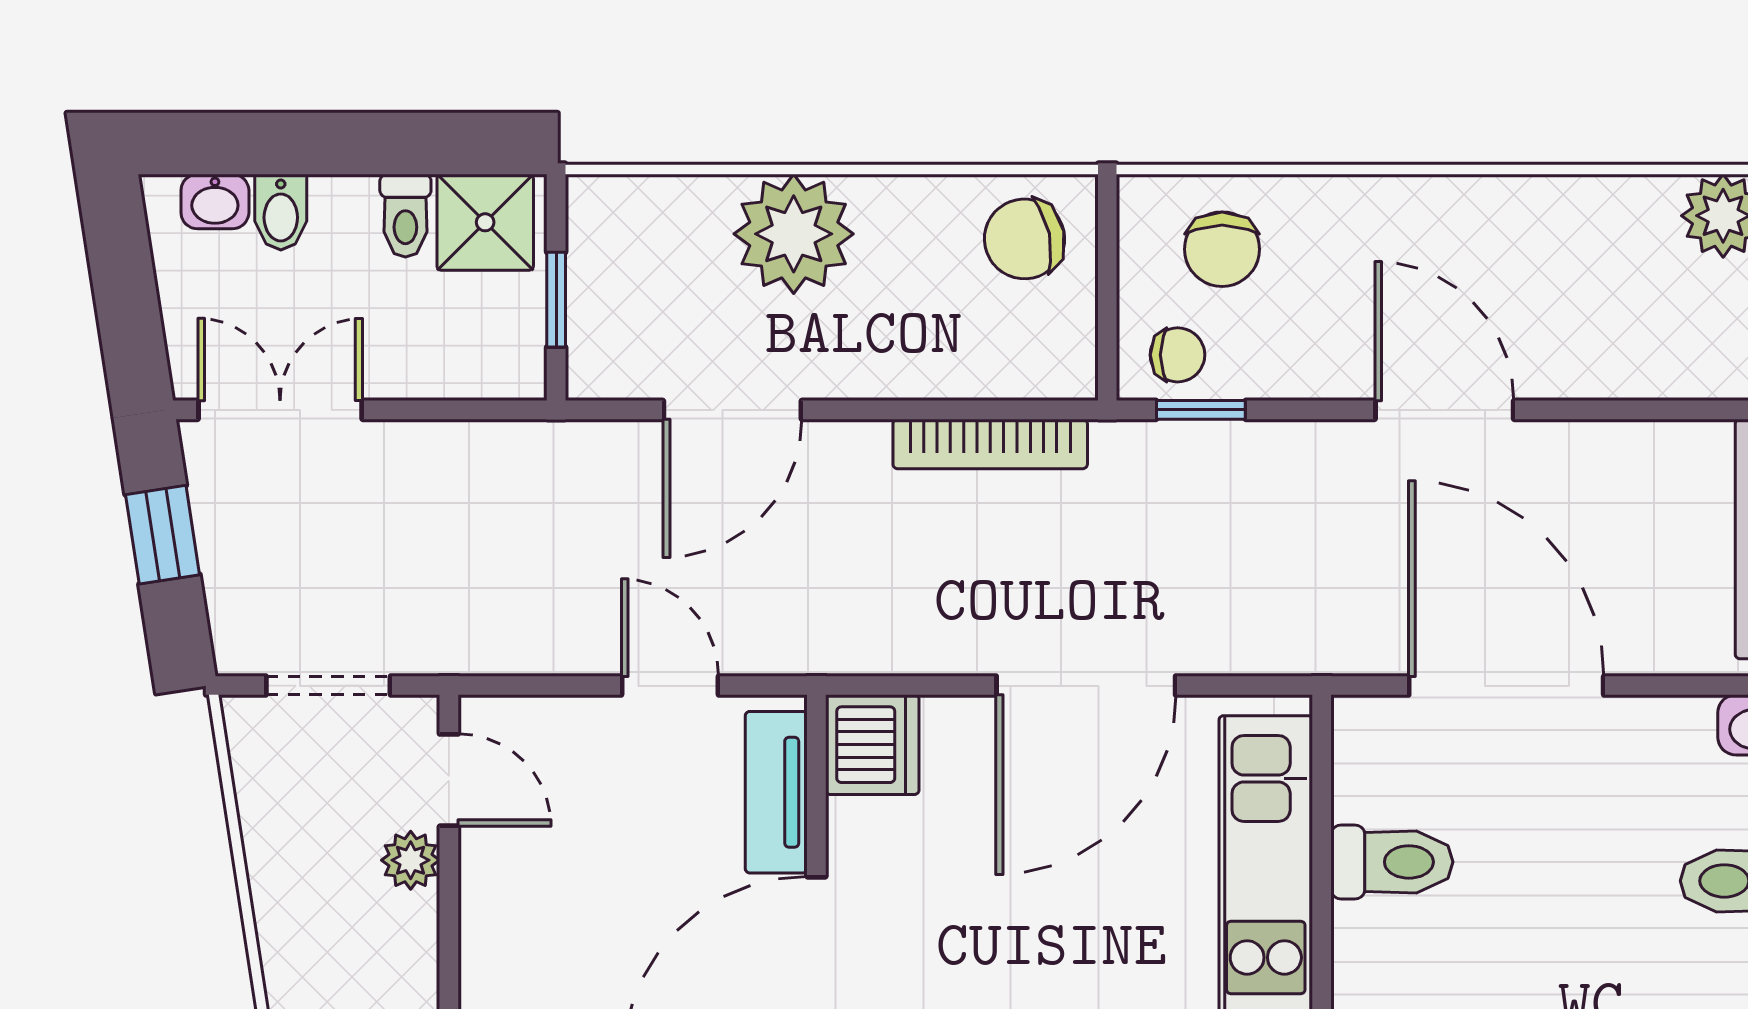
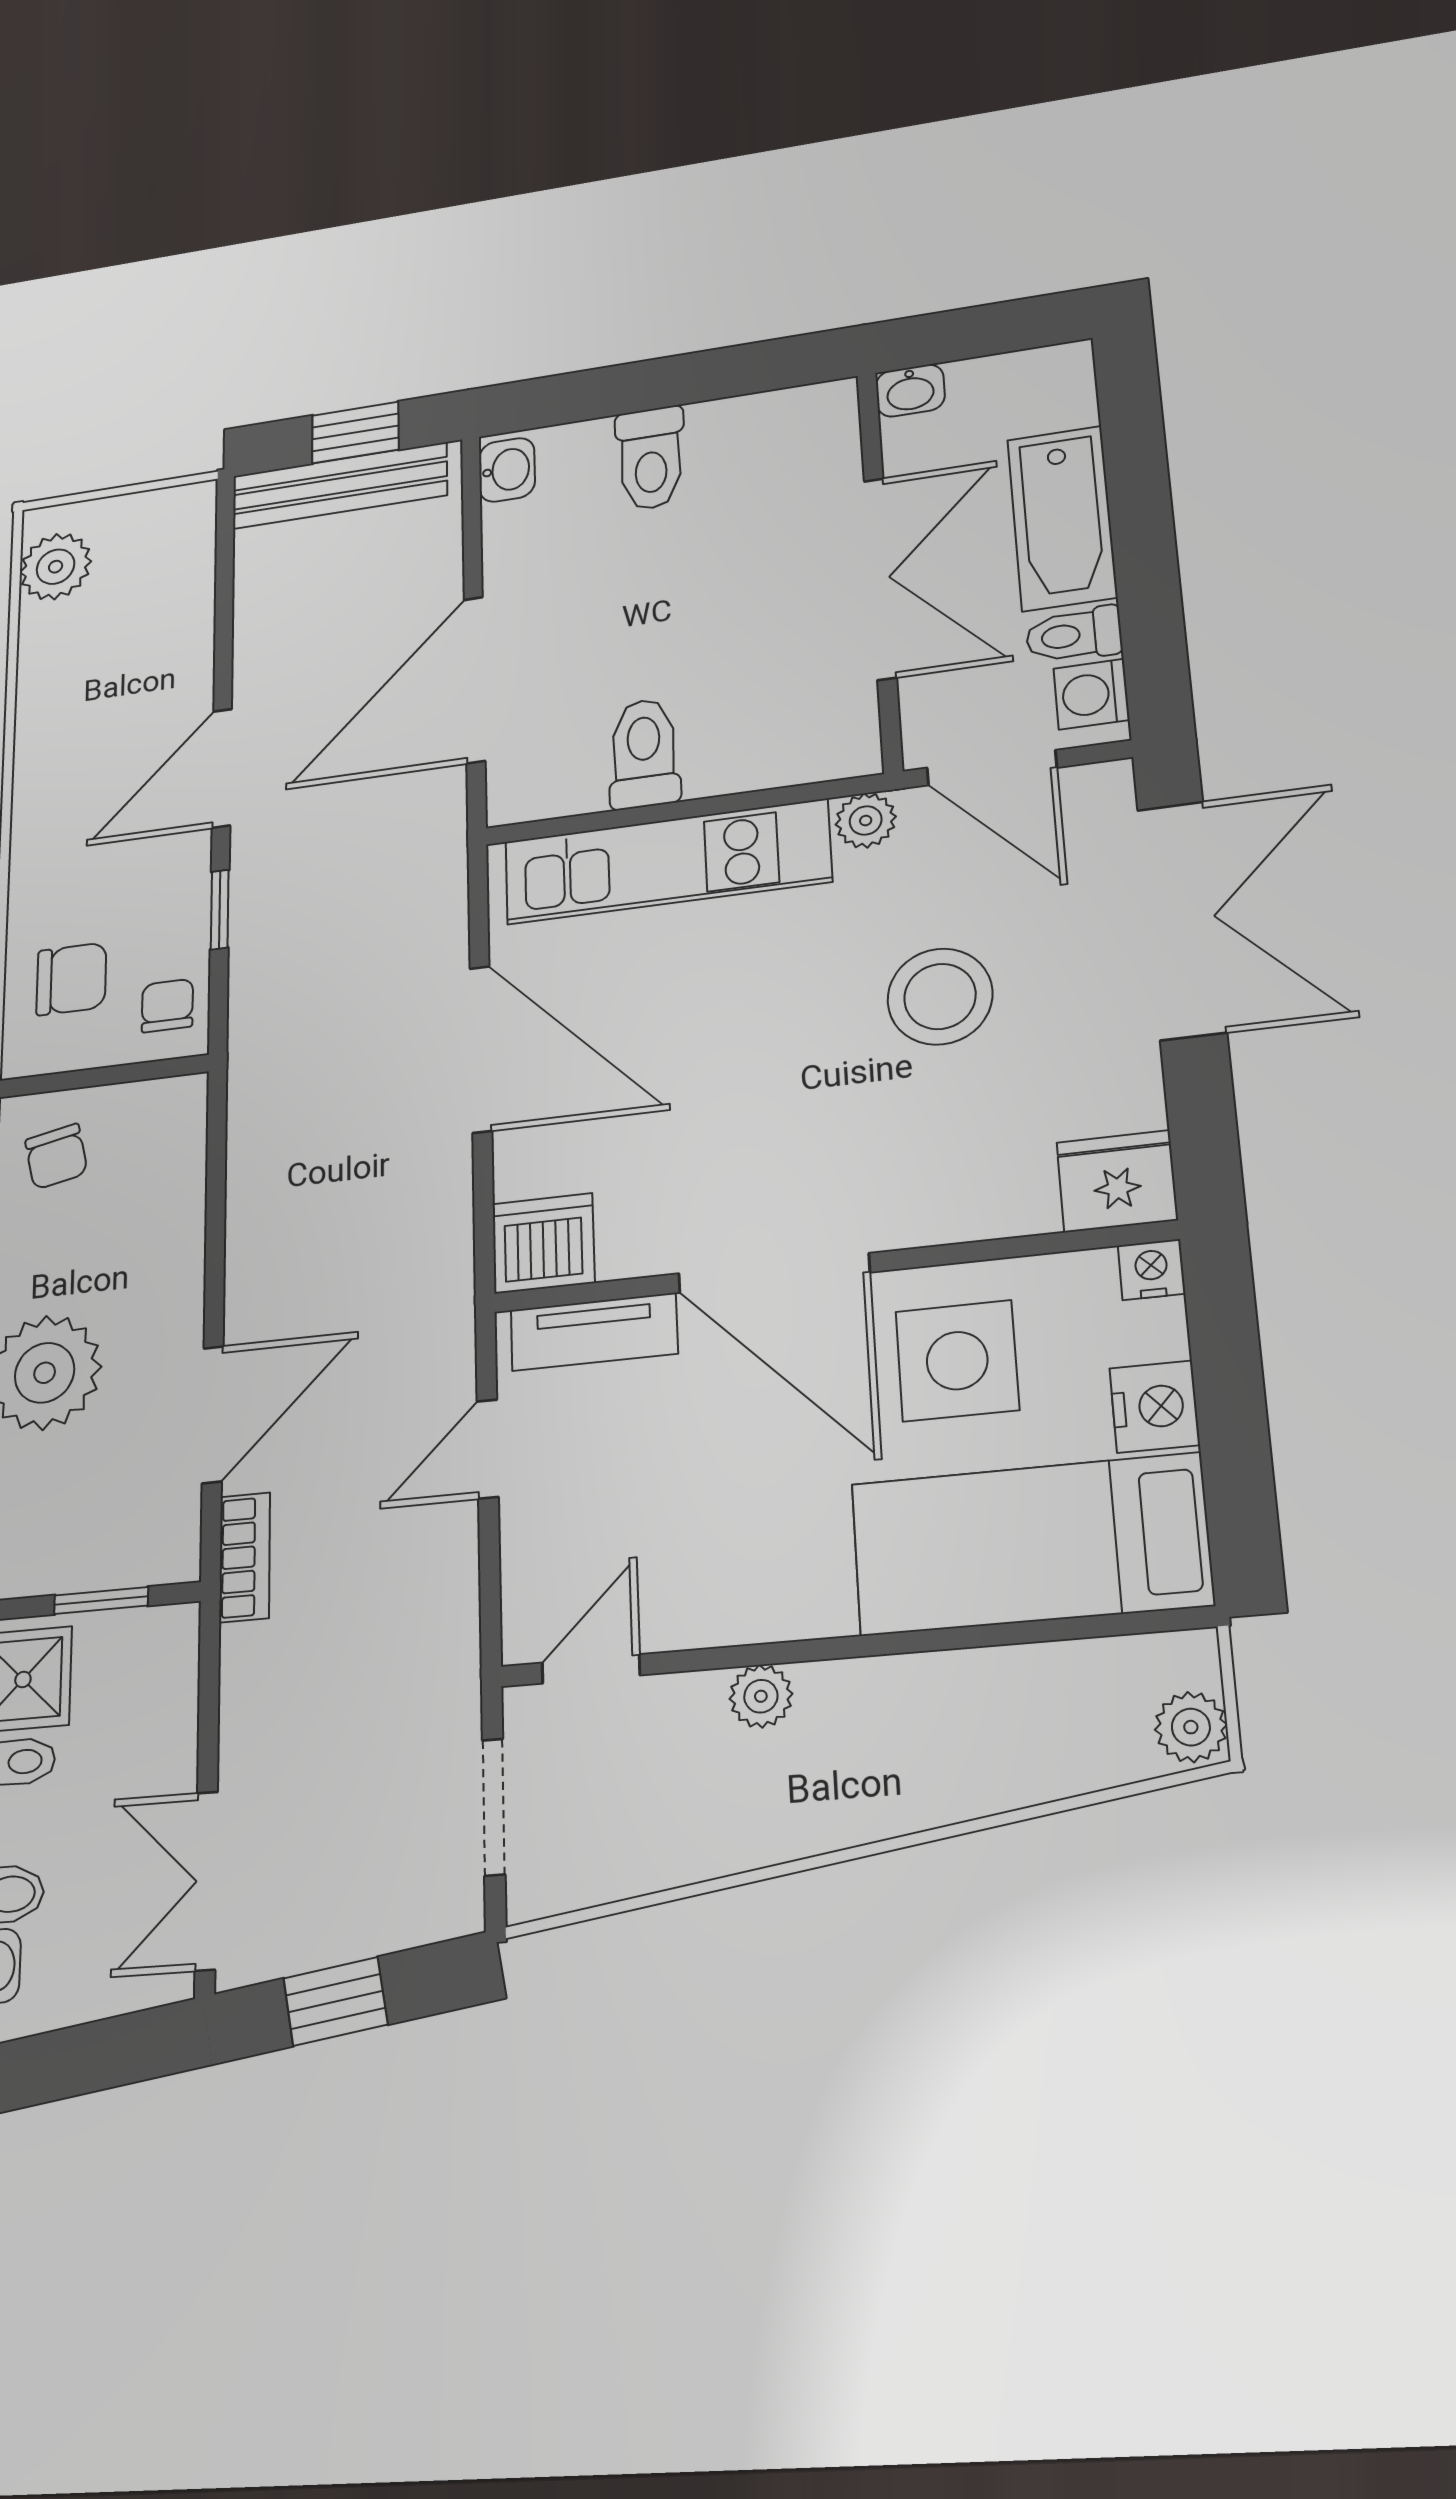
chair: (1024, 239) -> (56, 1157), width x0.73, depth x0.73
door: (732, 410) -> (213, 1414), hinge flipped
window: (1201, 410) -> (220, 910), moved
bookcase: (990, 444) -> (245, 1557), moved, width x0.64
plant: (411, 860) -> (761, 1696), moved

